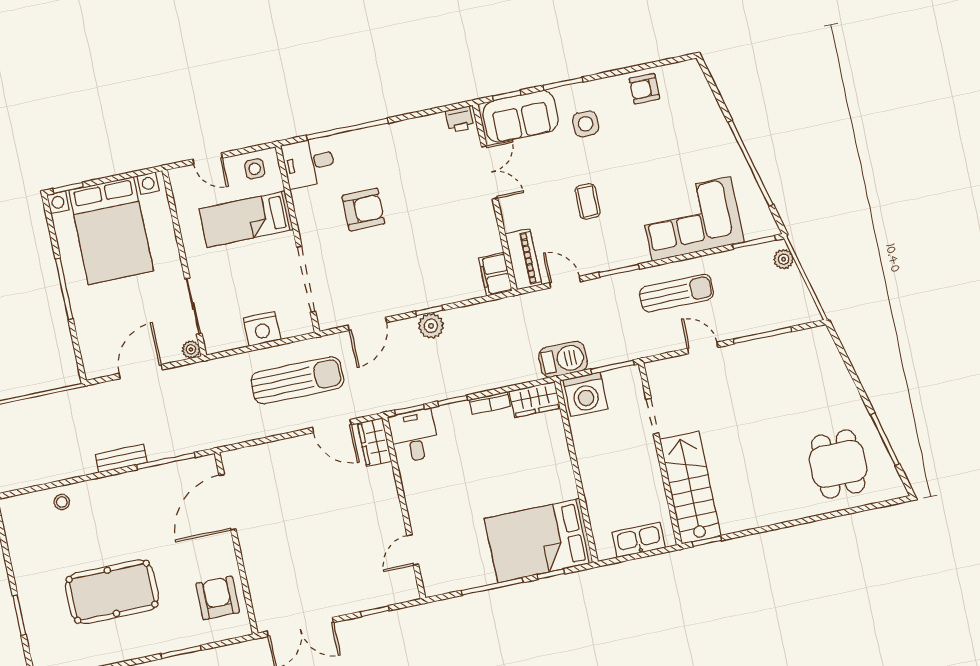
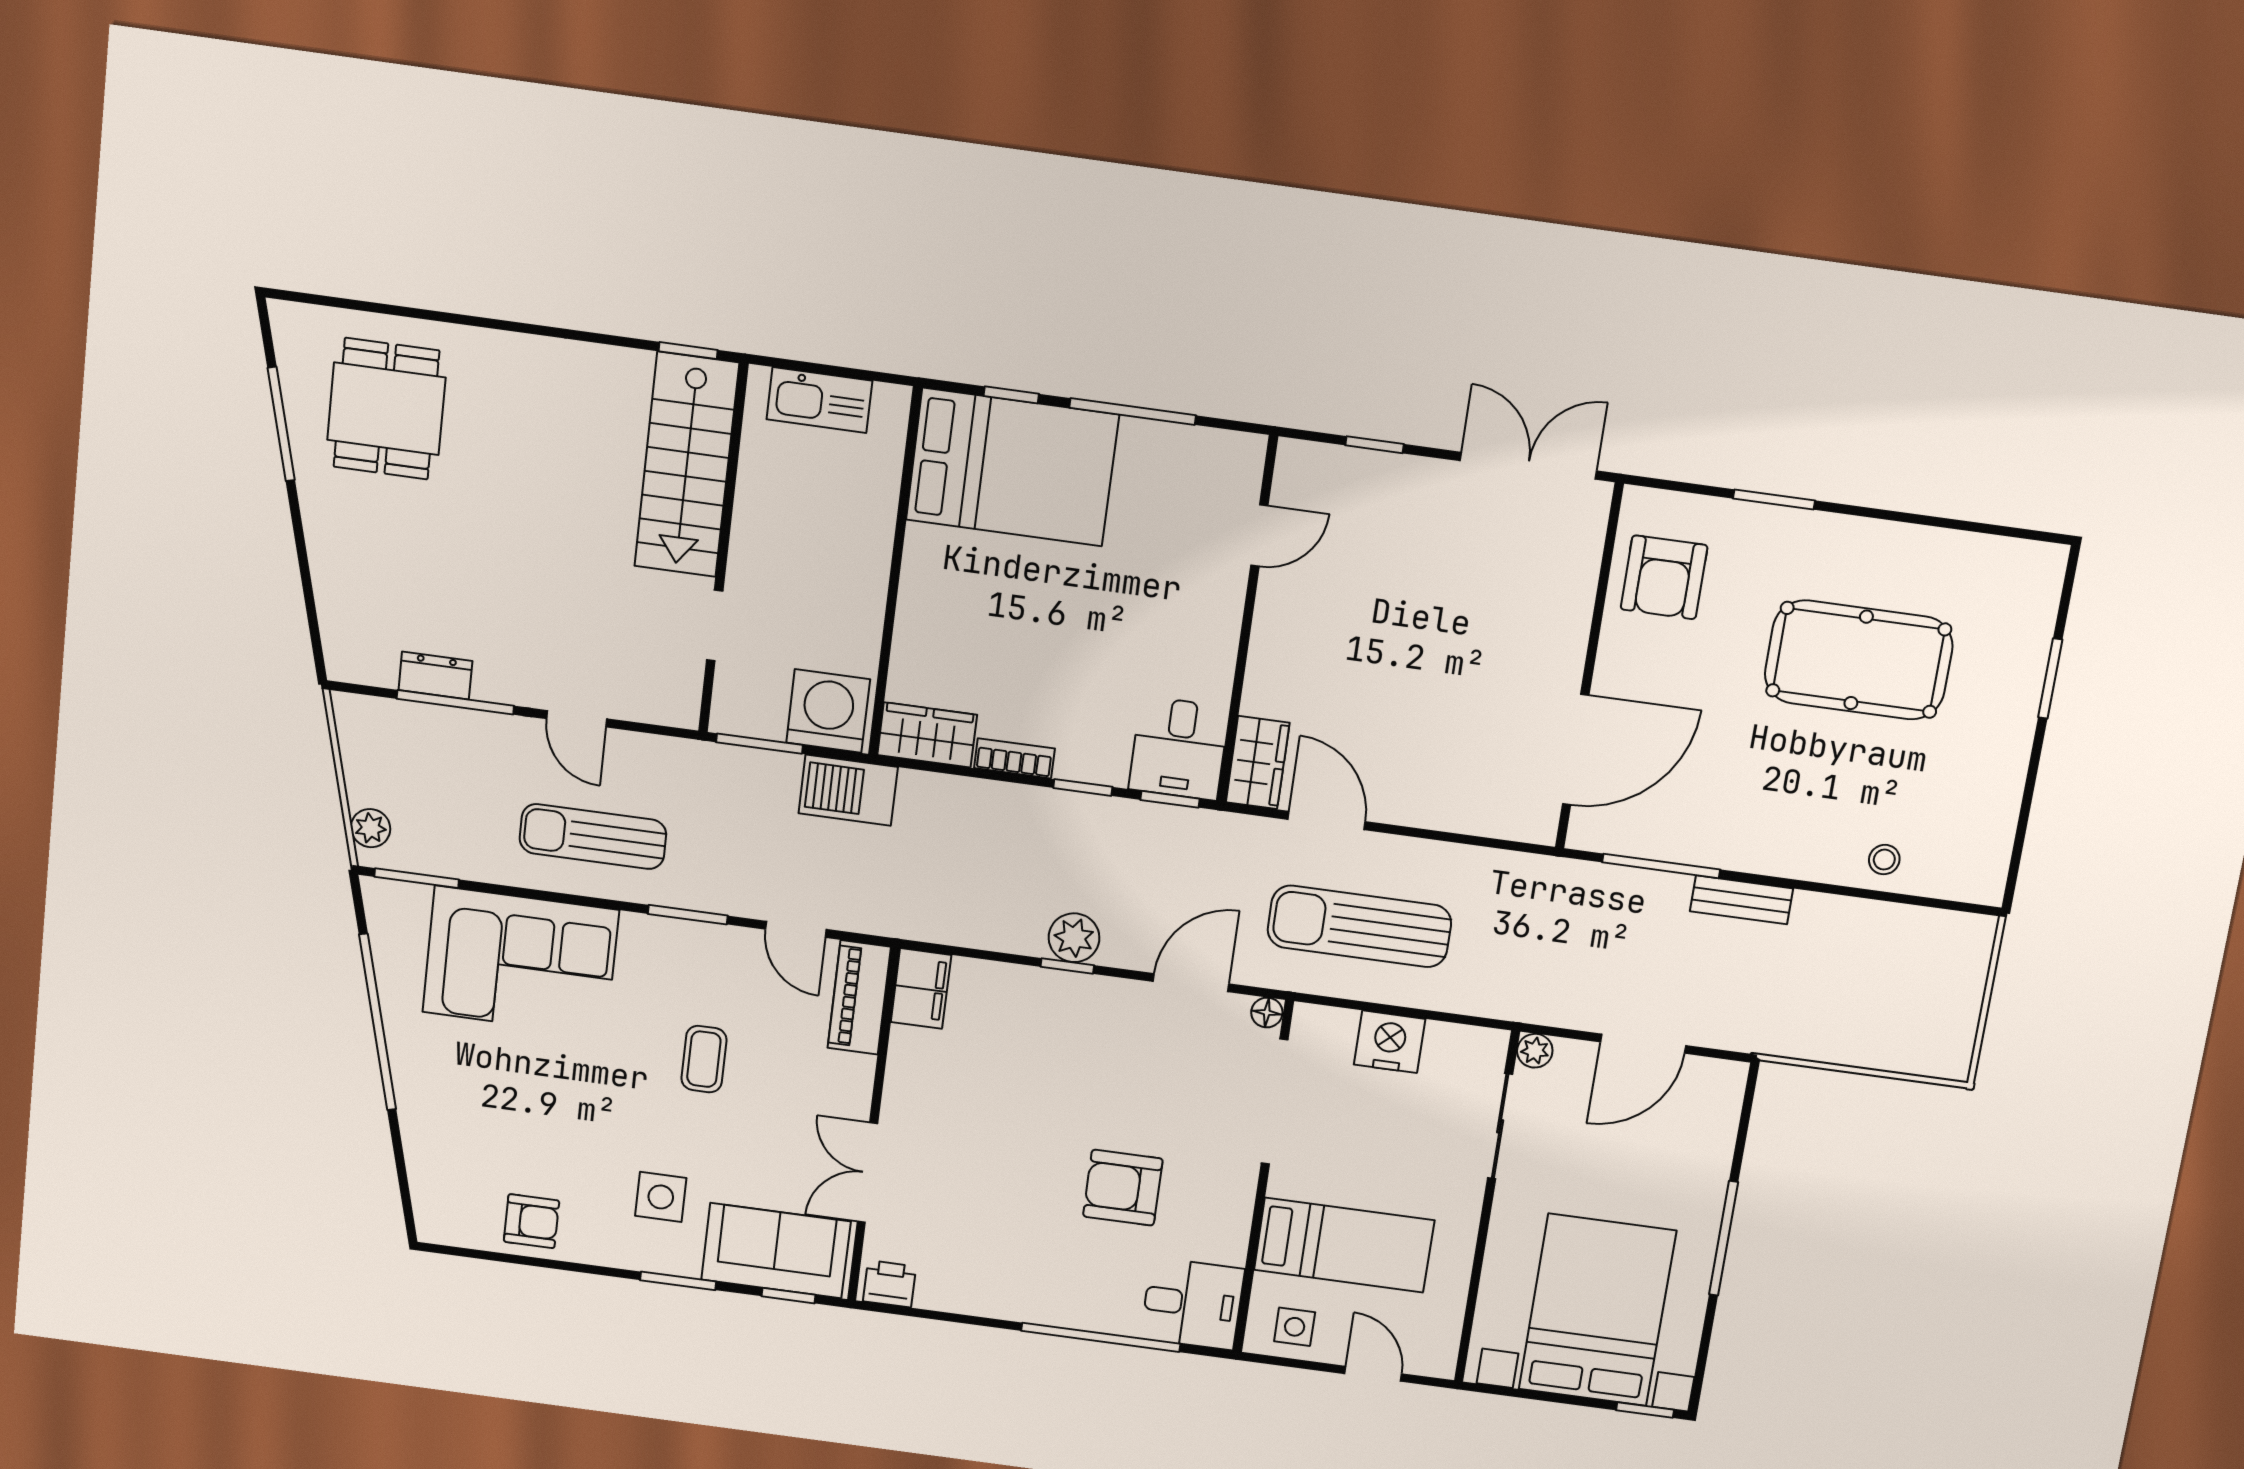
floor lamp: (326, 322) -> (1267, 1013), added
dresser: (776, 345) -> (435, 675), added

